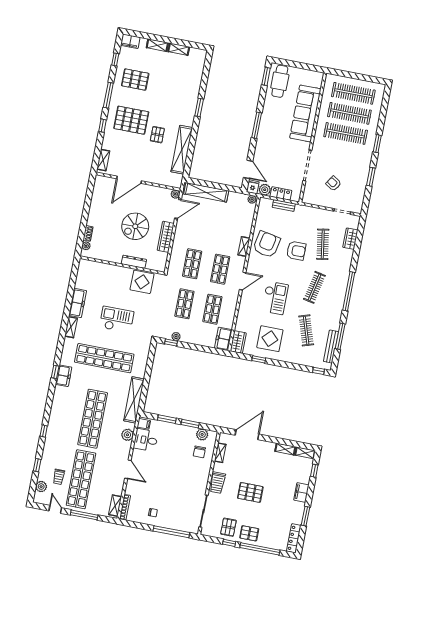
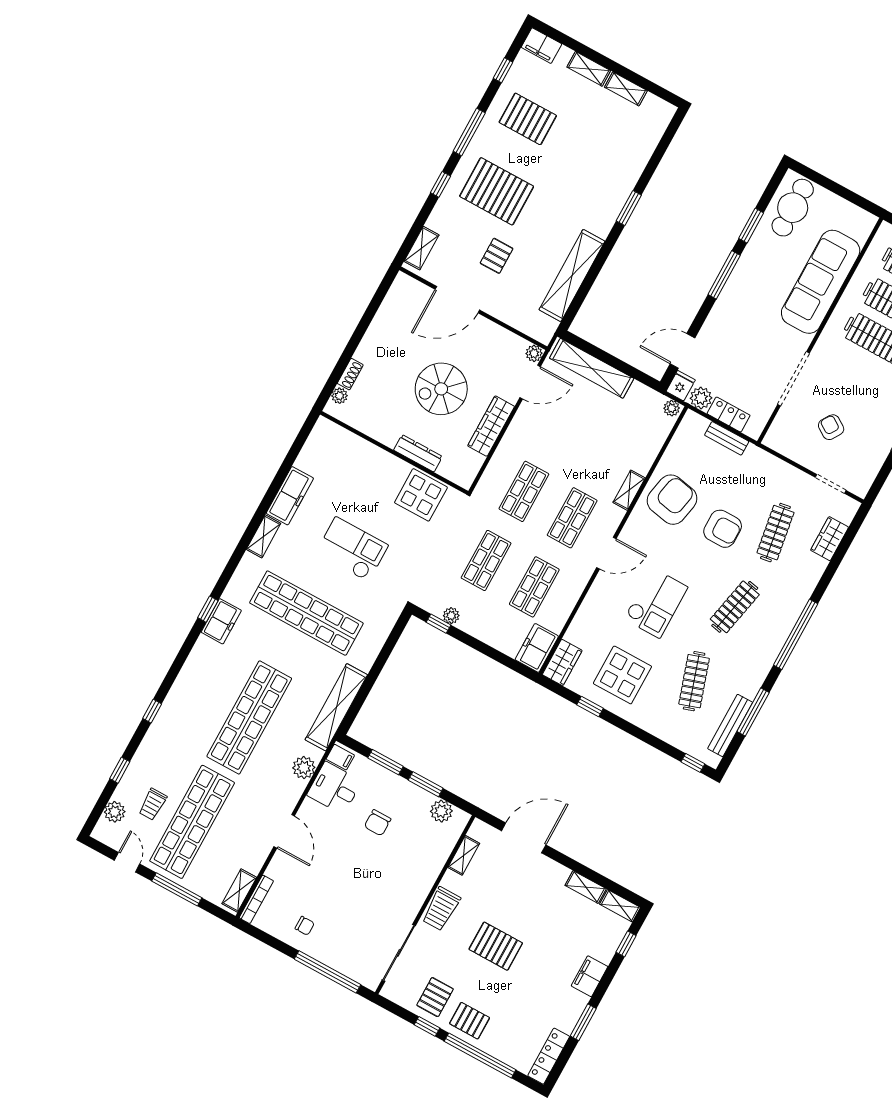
window: (266, 76) -> (751, 226), moved
pallet: (157, 135) -> (497, 256), moved
door: (248, 169) -> (683, 351), swing flipped
chair: (199, 452) -> (378, 823), moved

